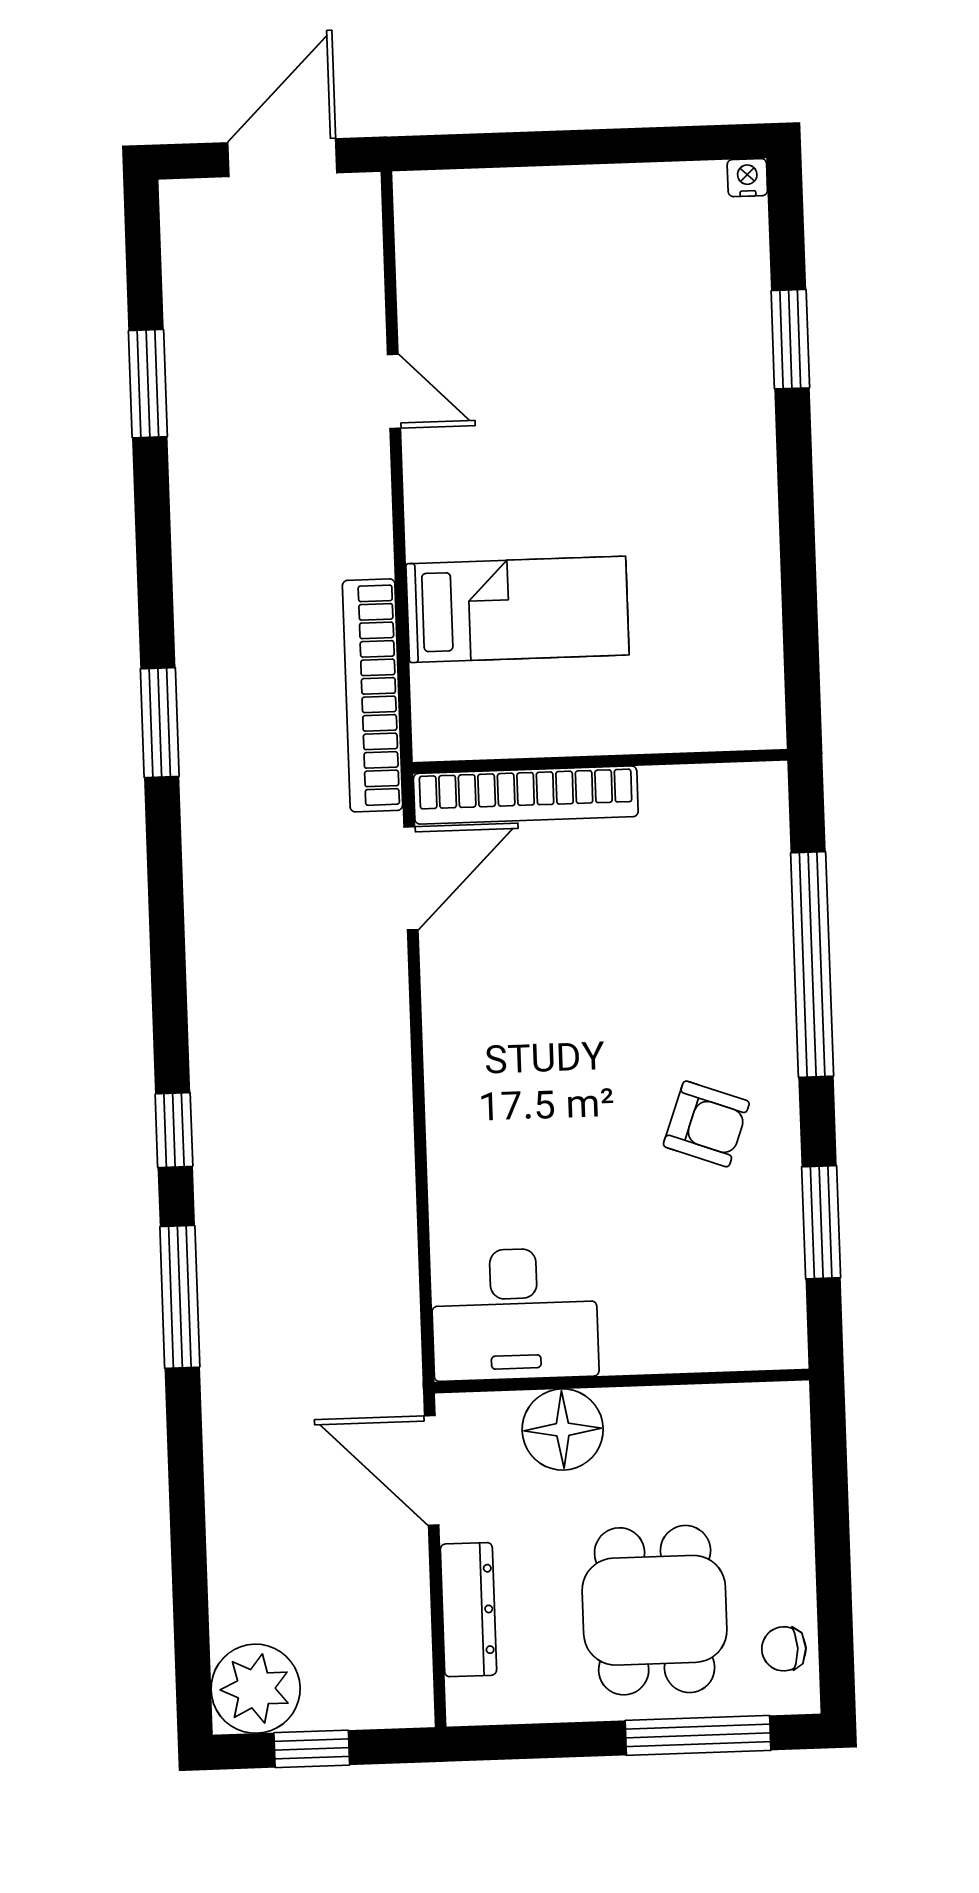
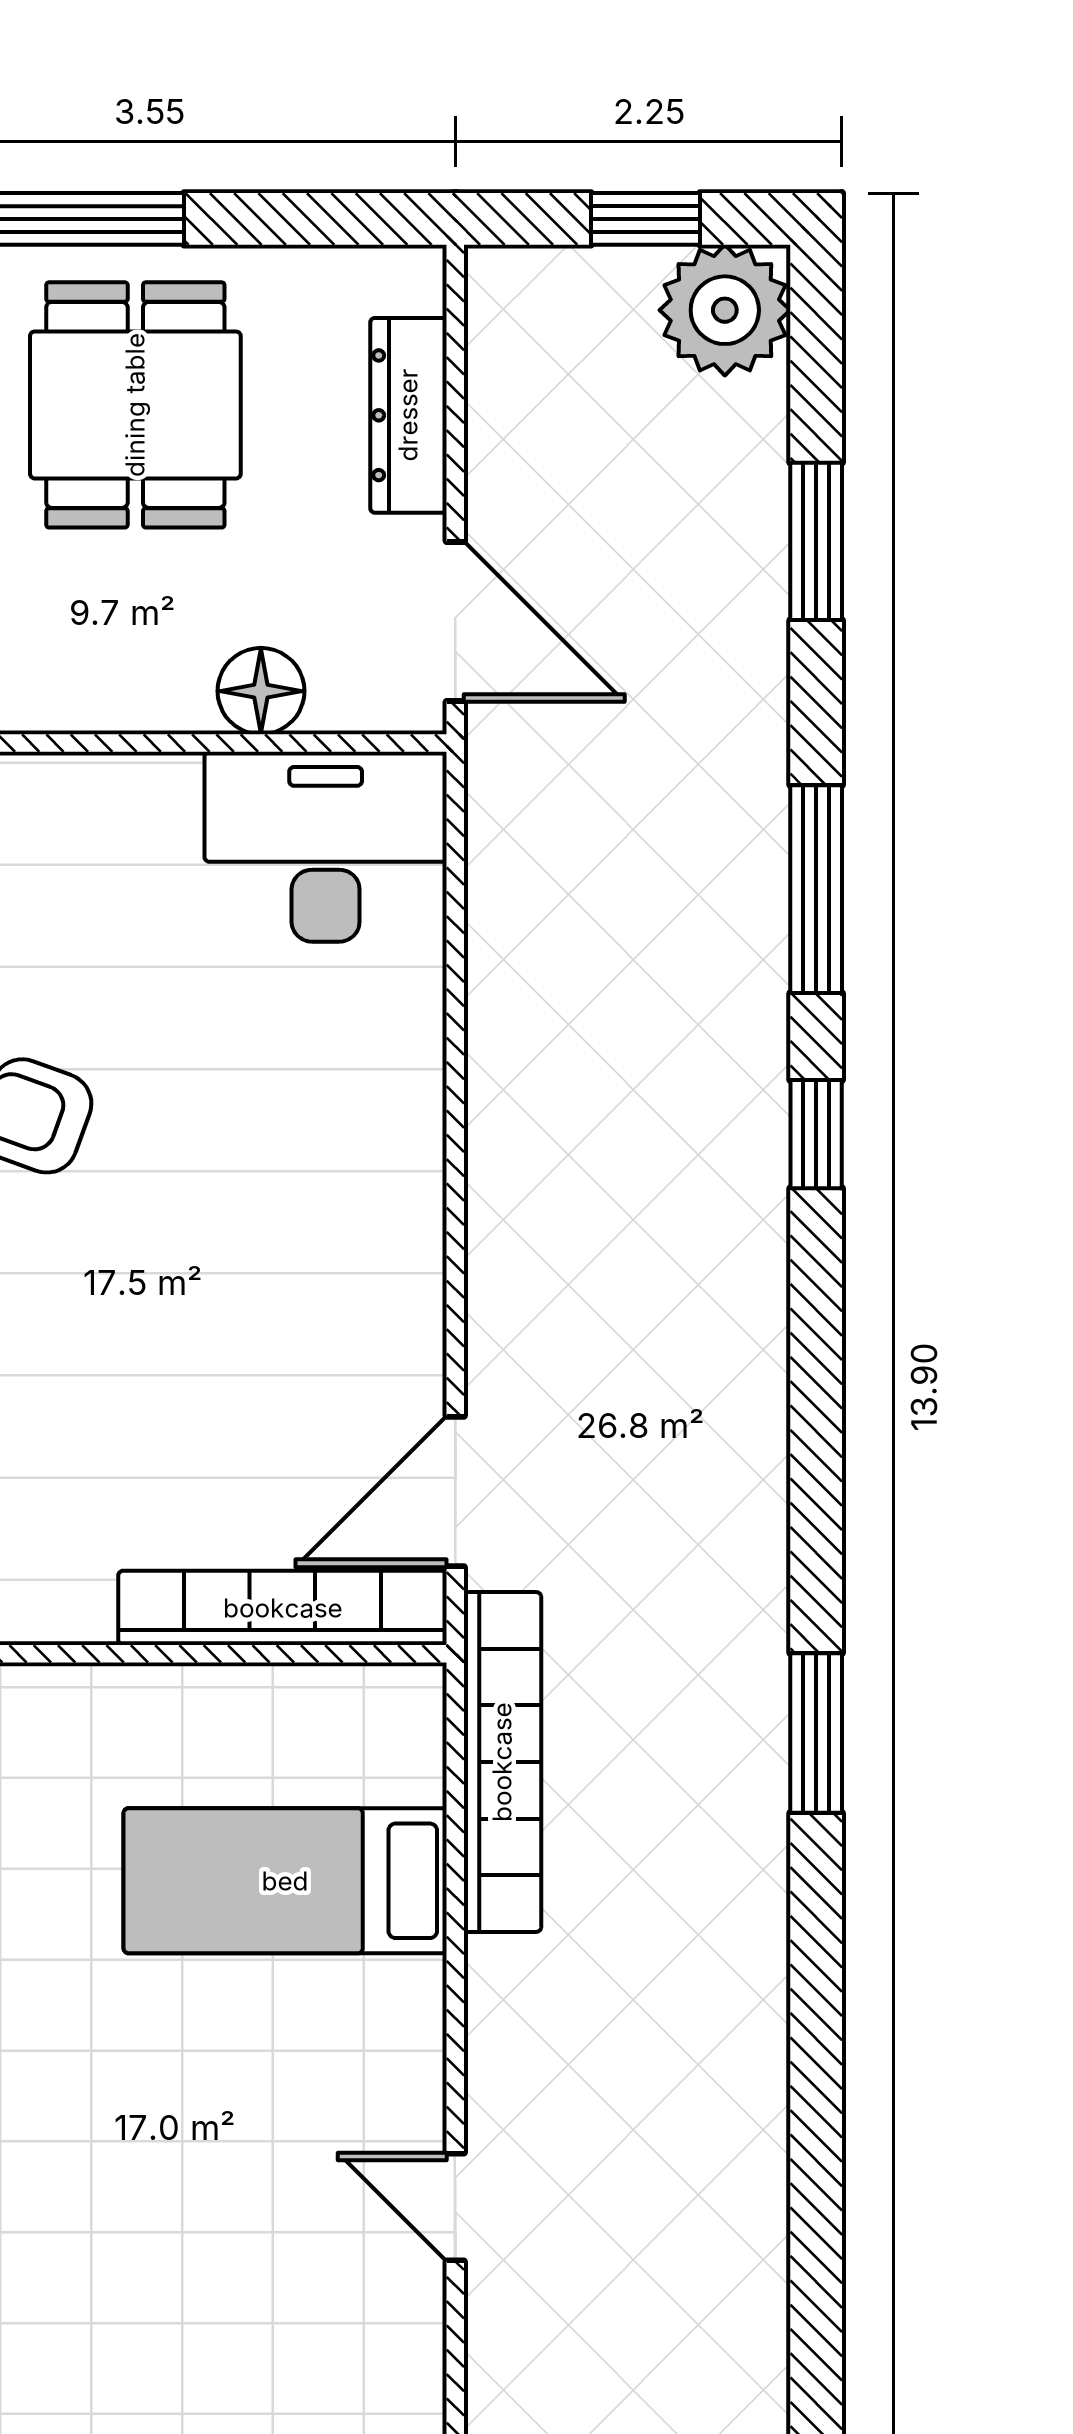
window: (148, 384) -> (816, 541), moved
floor lamp: (563, 1429) -> (261, 691), width x0.73, depth x0.73

